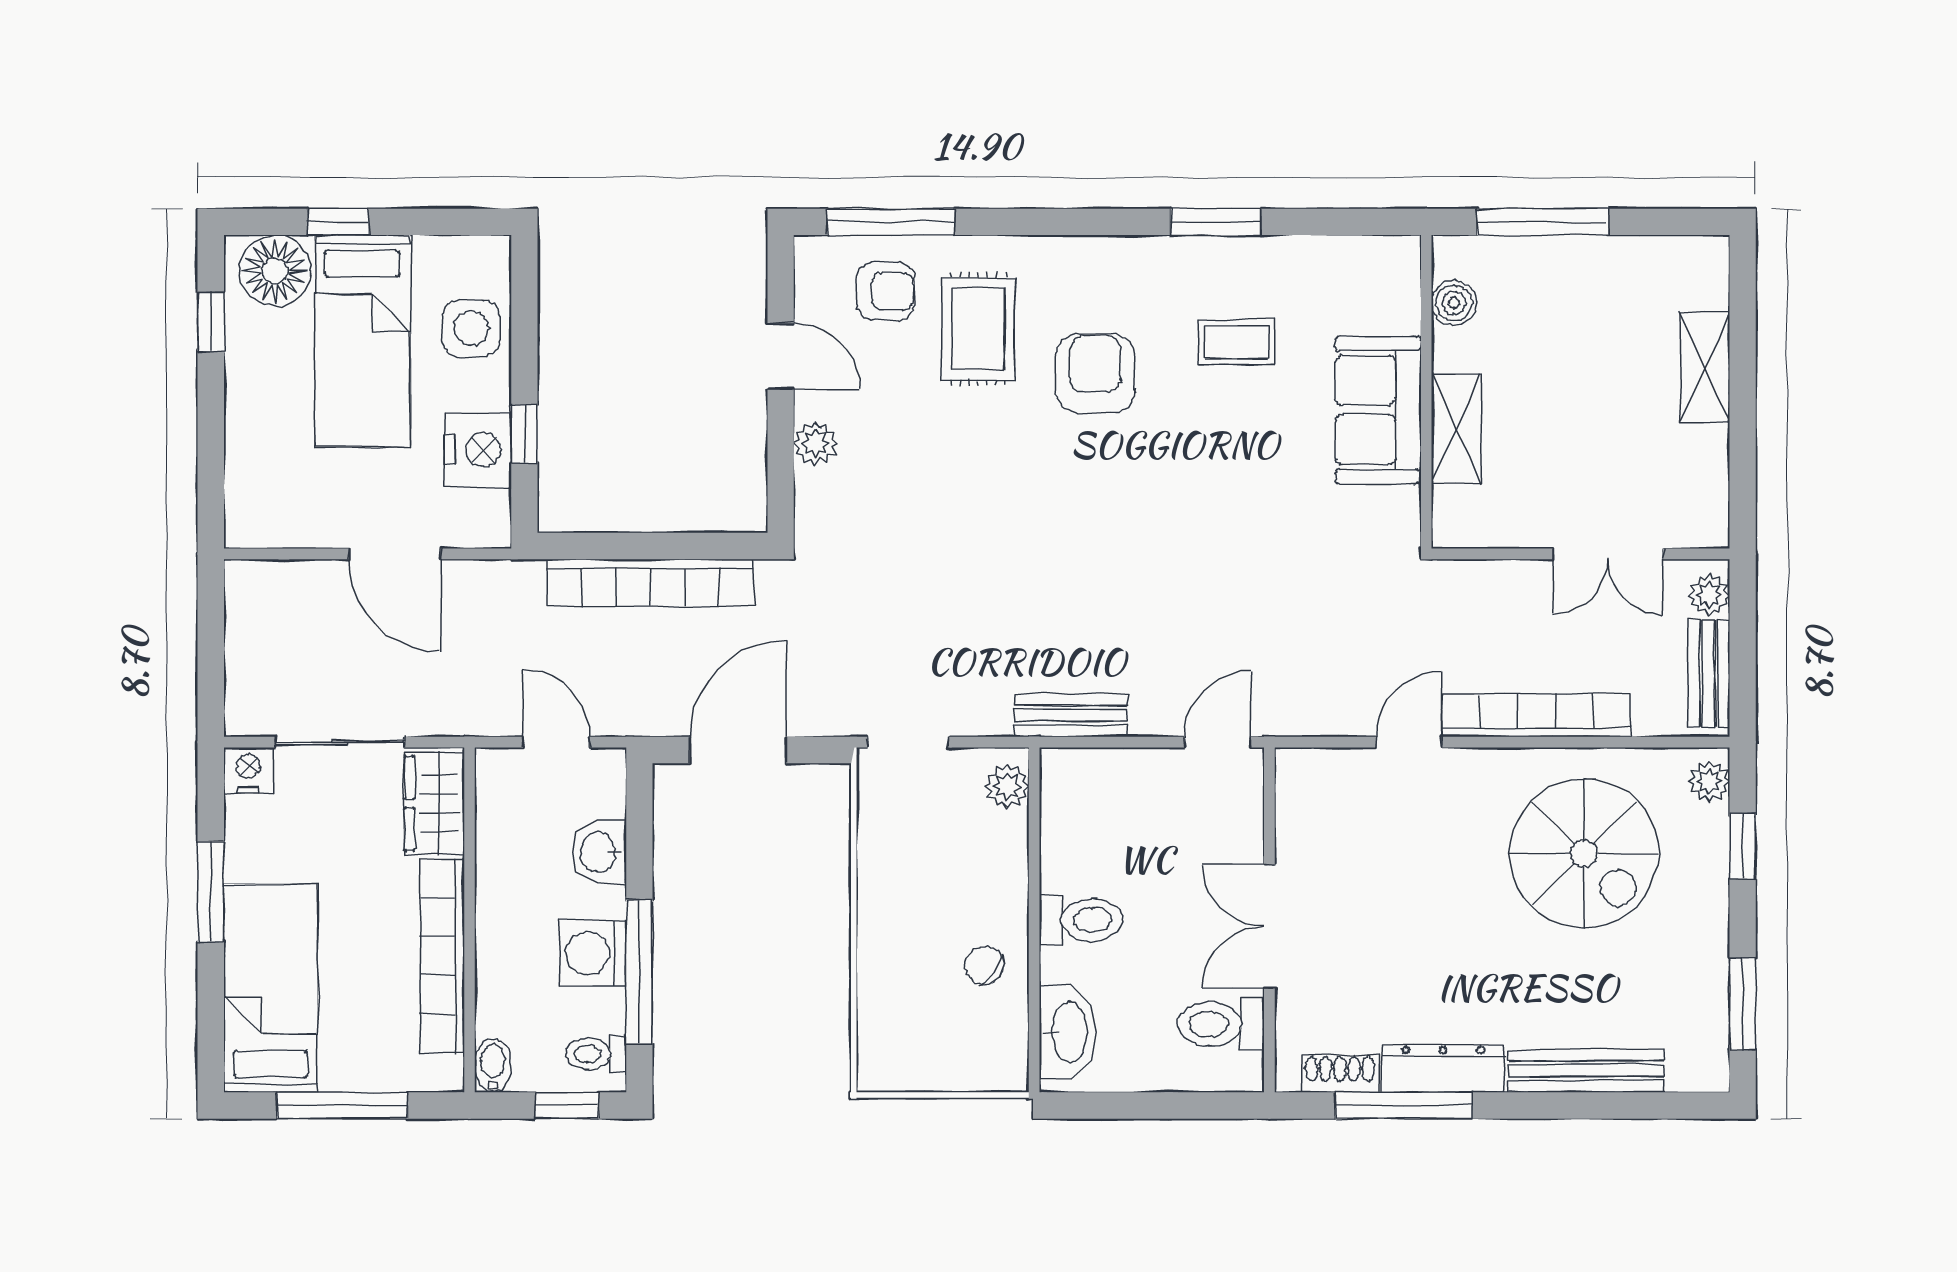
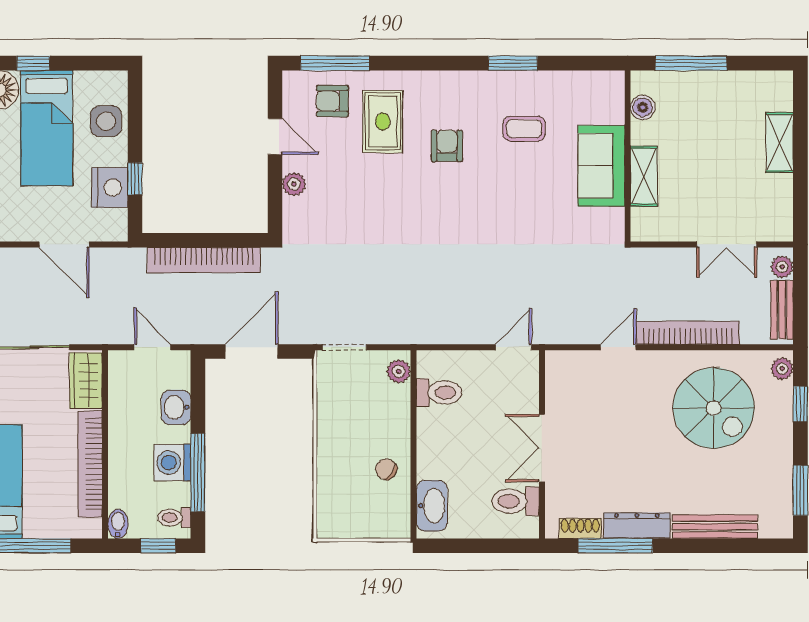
armchair: (886, 291) -> (332, 101), turned 180
armchair: (1095, 373) -> (447, 146), width x0.72, depth x0.72
bench: (1071, 715) -> (434, 333), removed
toilet: (1081, 920) -> (439, 393), moved

